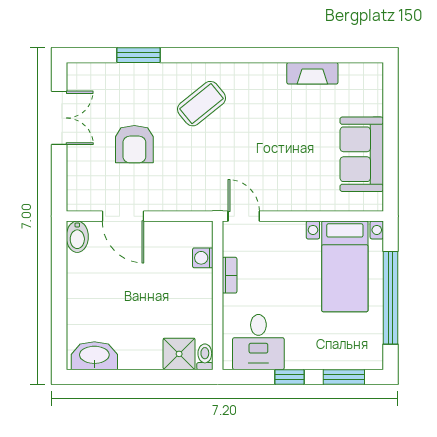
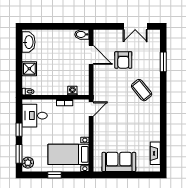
fireplace: (312, 73) -> (155, 153), moved
armchair: (134, 144) -> (123, 60), turned -90
door: (123, 216) -> (91, 55), swing flipped
window: (391, 298) -> (55, 175), width x0.32
shower: (179, 354) -> (29, 69), moved
plant: (363, 357) -> (28, 163), added

